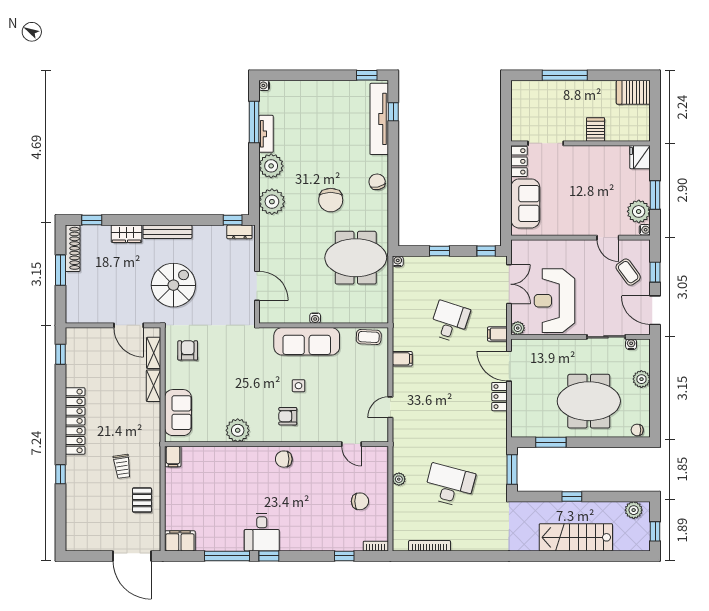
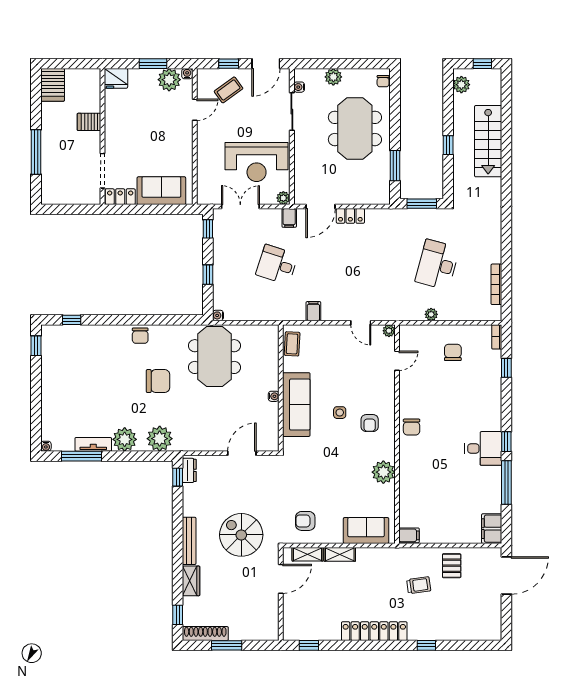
tv unit: (379, 119) -> (79, 334), removed
chair: (377, 182) -> (140, 336), turned -77
plant: (382, 436) -> (389, 331), added
pallet: (142, 500) -> (452, 566), turned 90

